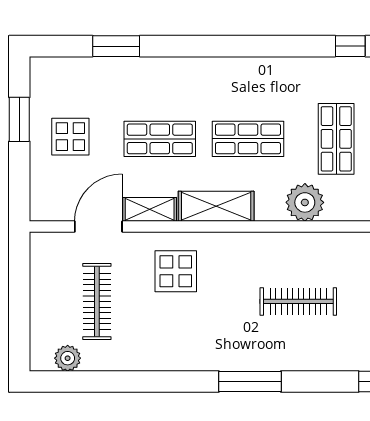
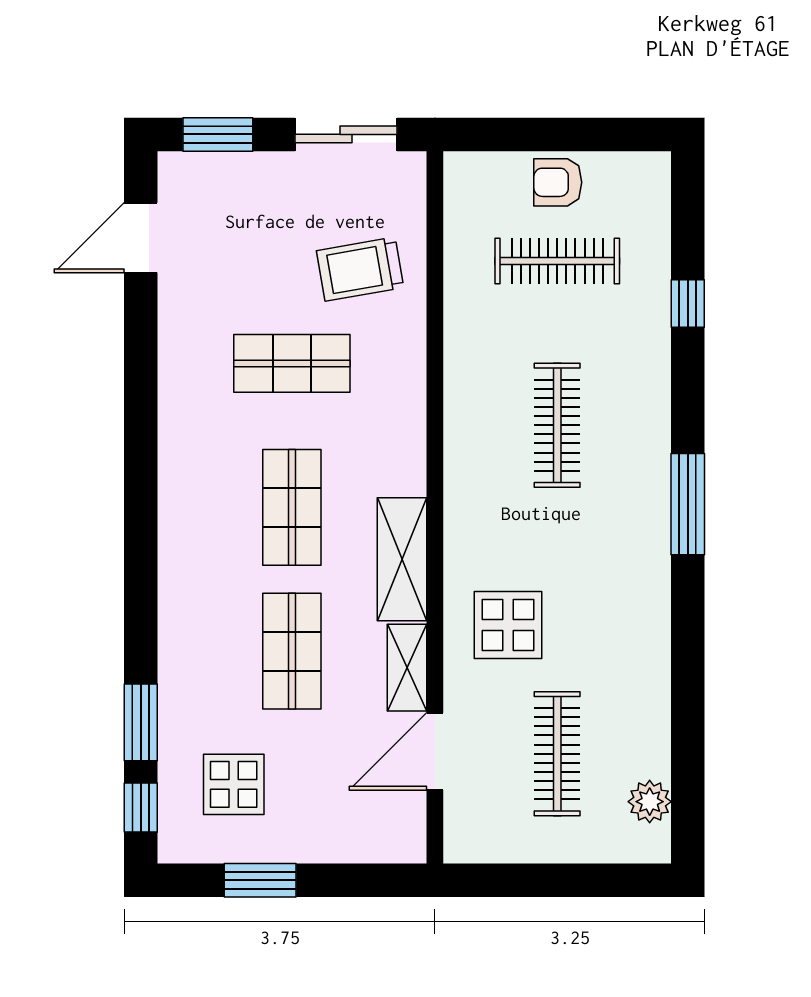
window: (350, 46) -> (141, 808), moved
display table: (70, 137) -> (234, 784), moved
plant: (305, 202) -> (396, 415), removed
door: (98, 227) -> (435, 751), hinge flipped
clothes rail: (97, 301) -> (557, 754), turned 90

